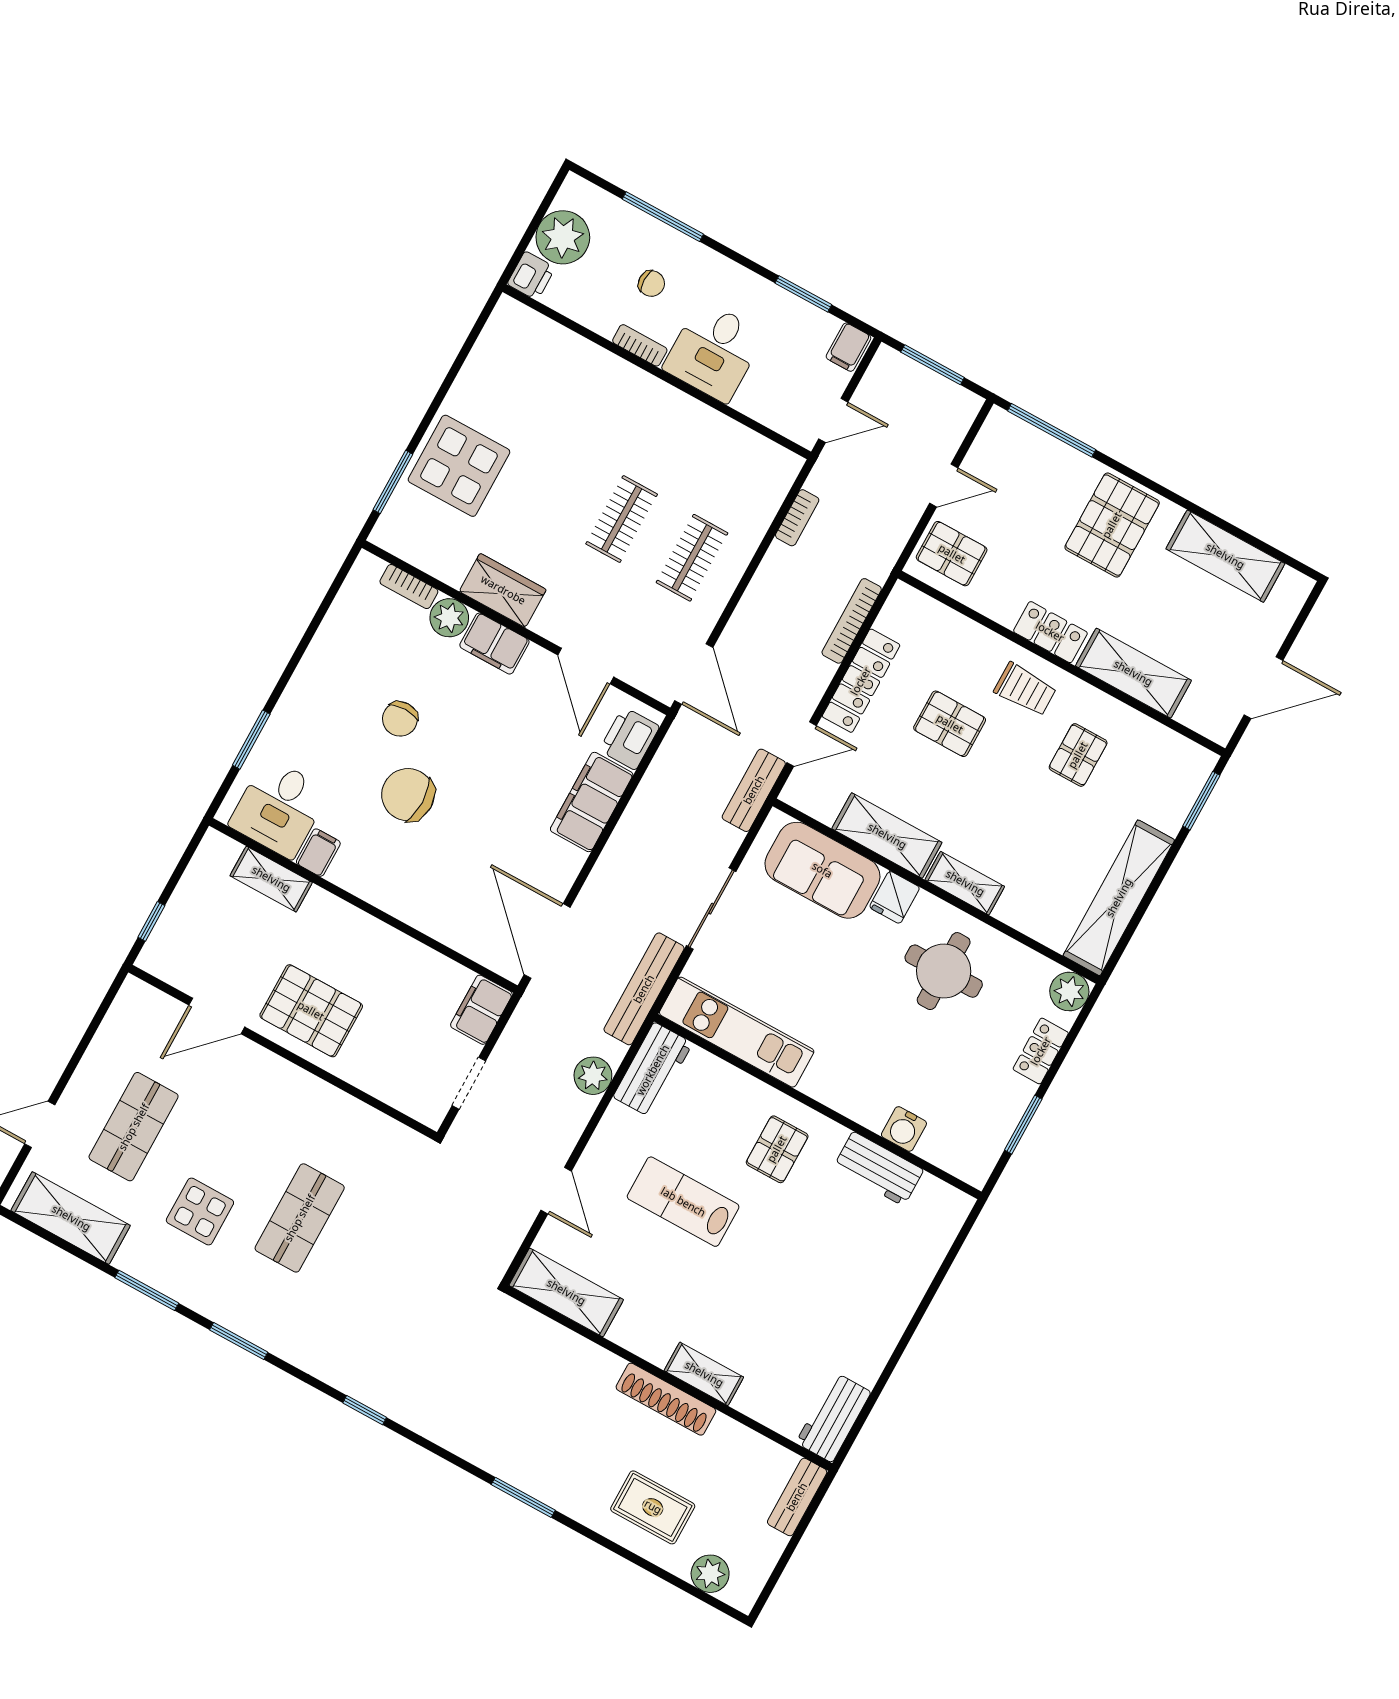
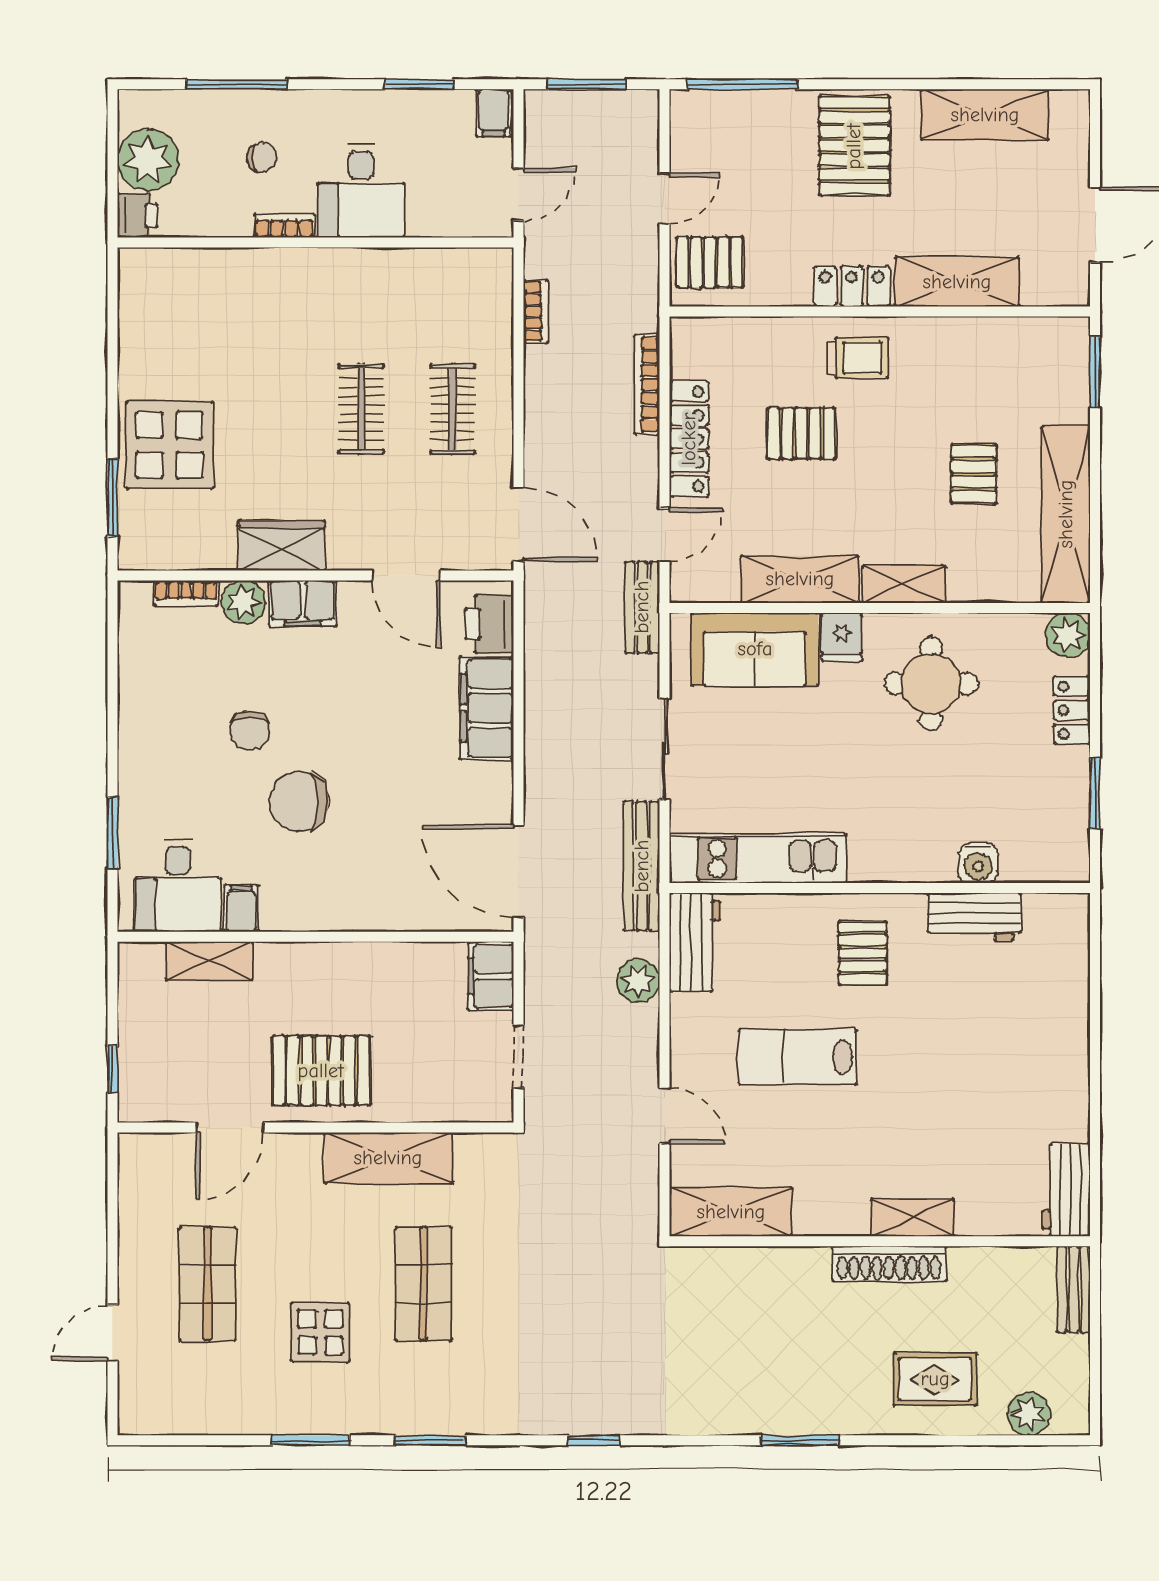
pallet: (1078, 755) -> (974, 474), moved
shelving: (71, 1218) -> (388, 1158), moved

